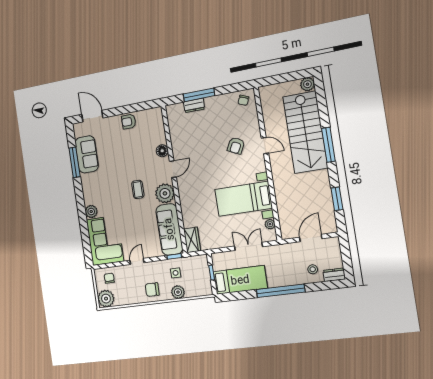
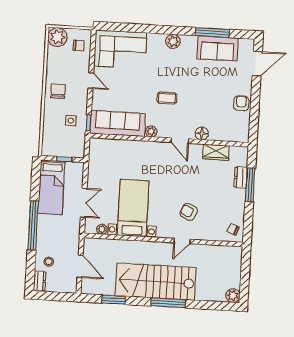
stairs: (305, 132) -> (156, 282), moved
plant: (165, 193) -> (151, 131), width x0.53, depth x0.53
plant: (91, 212) -> (173, 41), moved
wardrobe: (192, 240) -> (216, 152), moved
plant: (178, 292) -> (50, 119), removed

